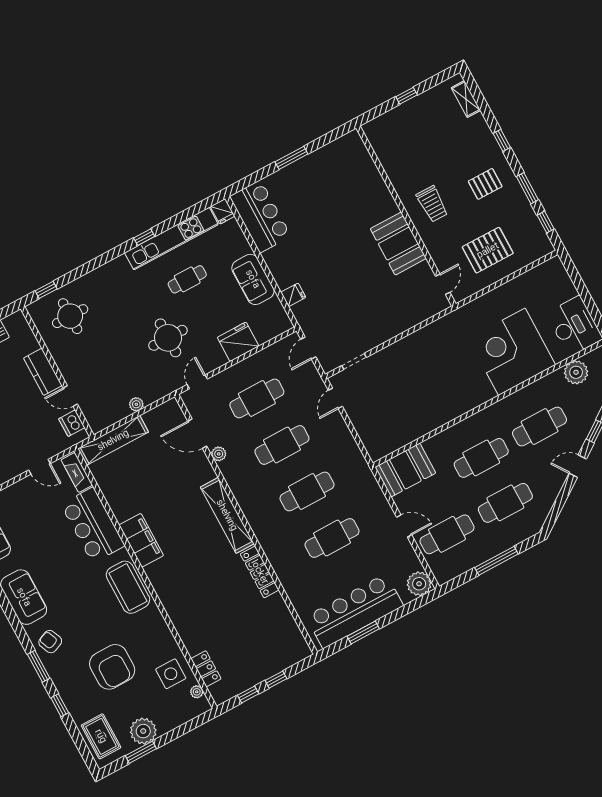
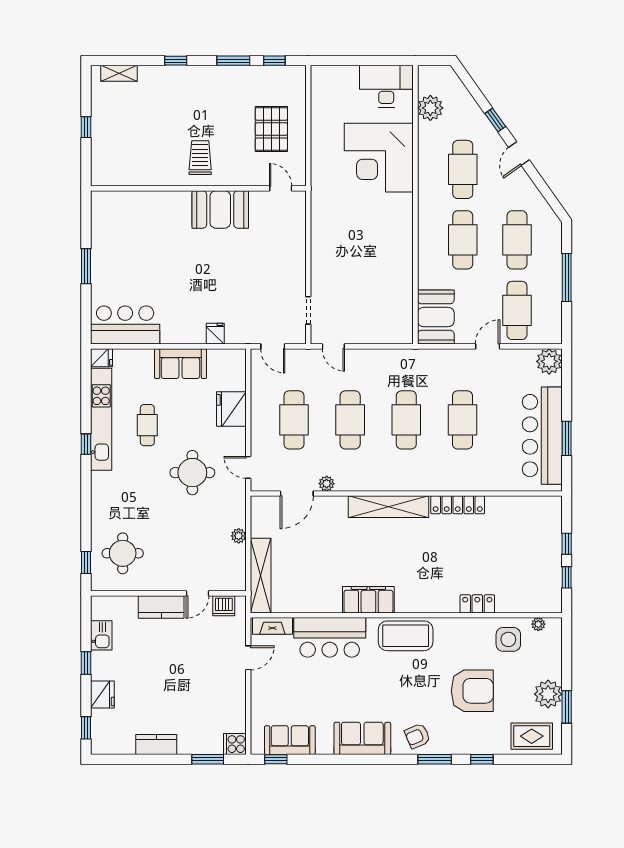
pallet: (485, 184) -> (208, 98), removed
trolley: (432, 204) -> (200, 158), turned -90
locker: (206, 669) -> (477, 604), moved

